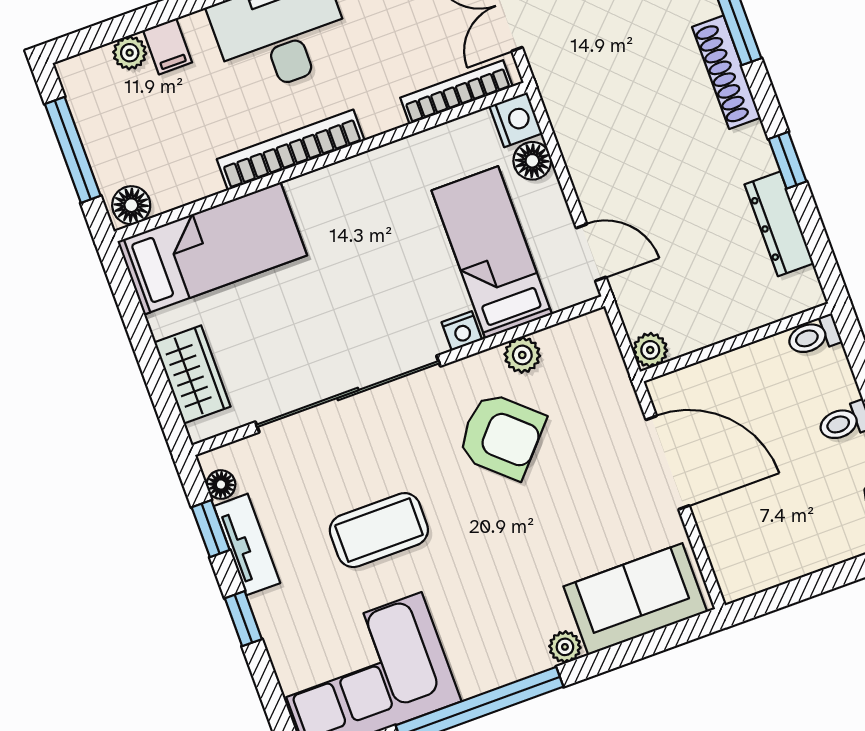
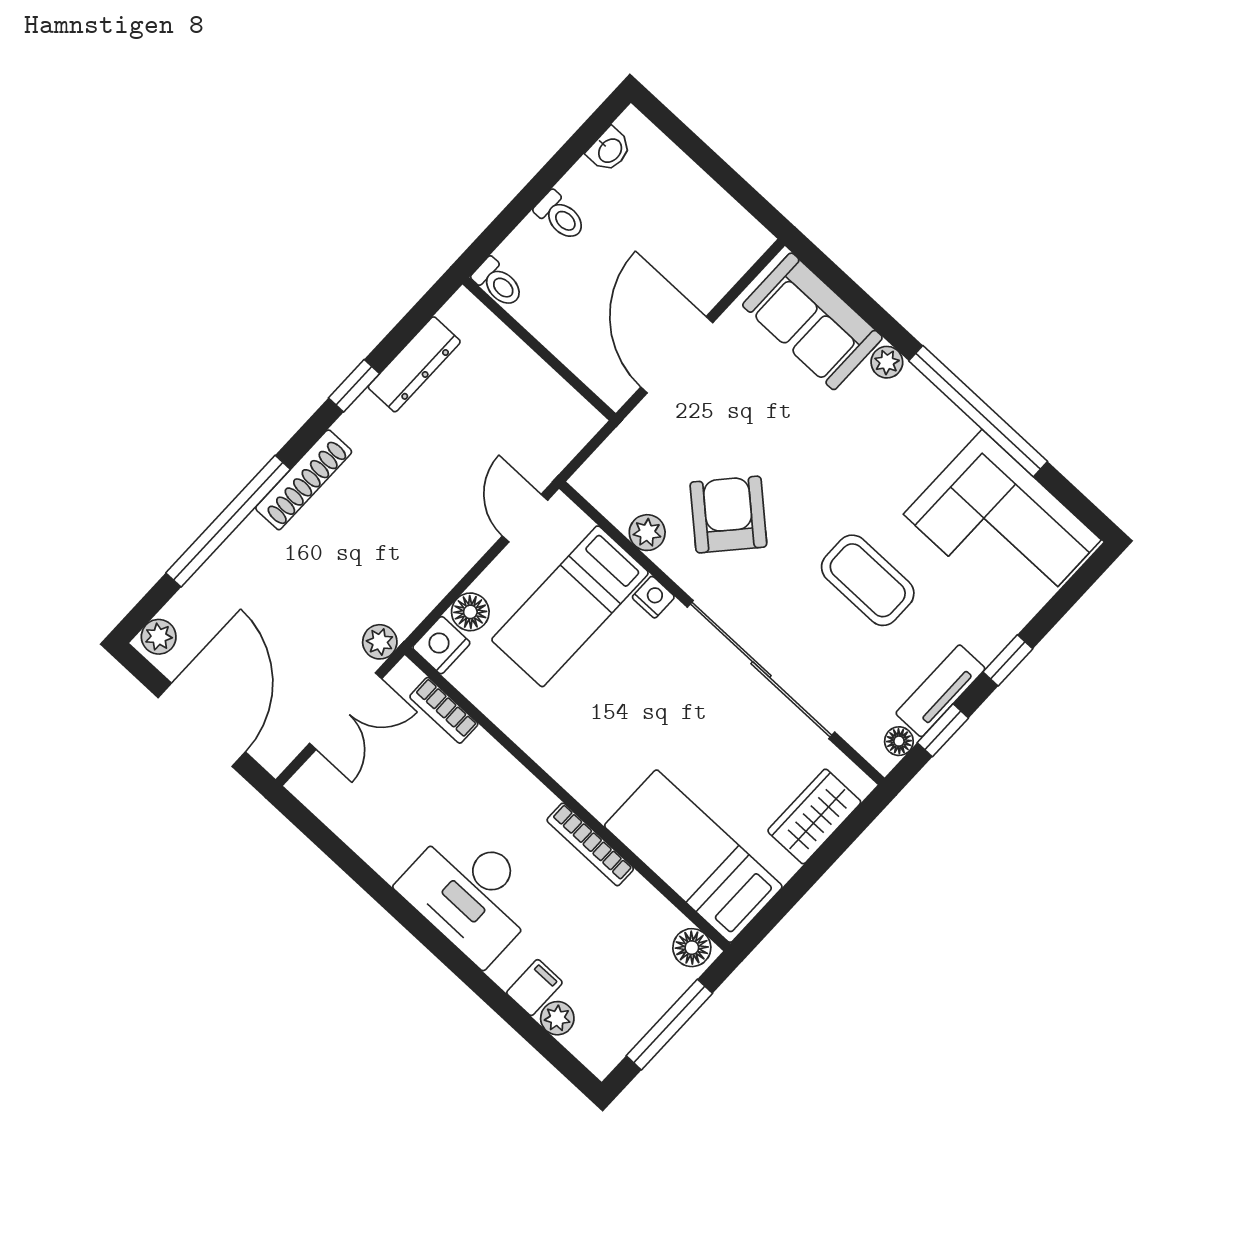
bookcase: (456, 92) -> (444, 710), width x0.64
bookcase: (291, 150) -> (590, 844), width x0.68, depth x0.76
plant: (650, 350) -> (380, 642), moved

